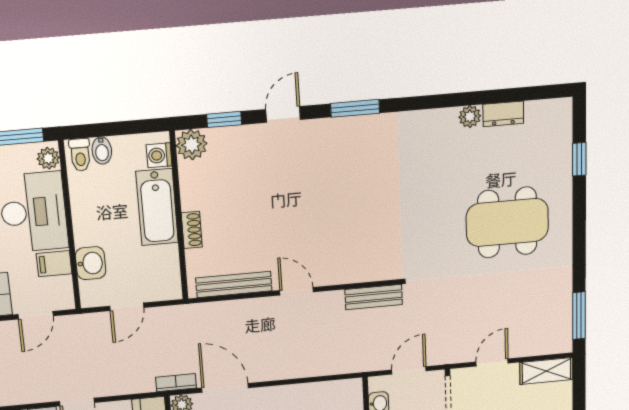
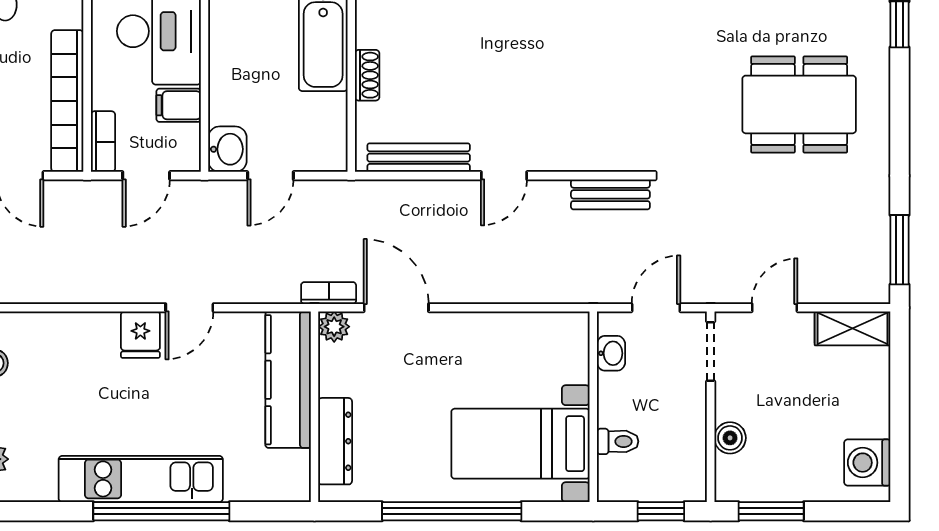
washbasin: (91, 263) -> (227, 149), moved
door: (297, 291) -> (504, 176), swing flipped

